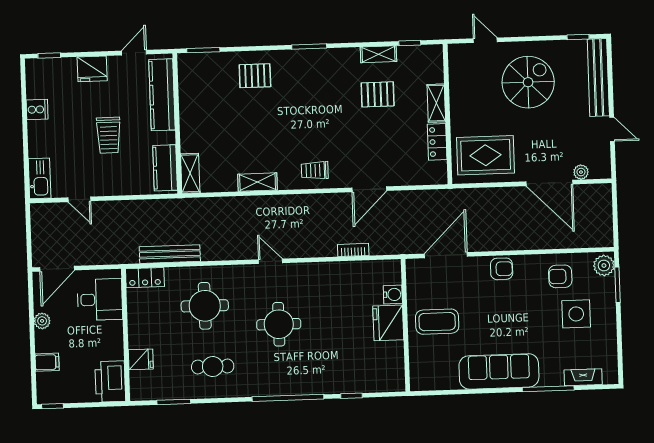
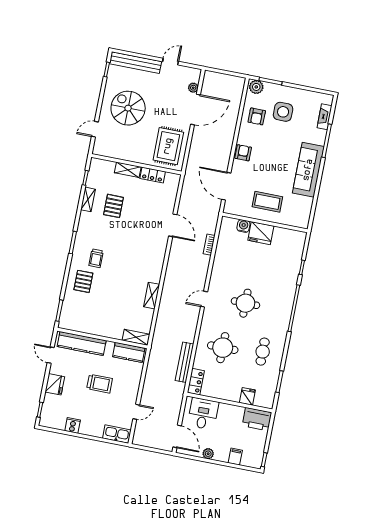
trolley: (315, 170) -> (96, 258), moved
coffee table: (437, 322) -> (267, 202), turned 90

